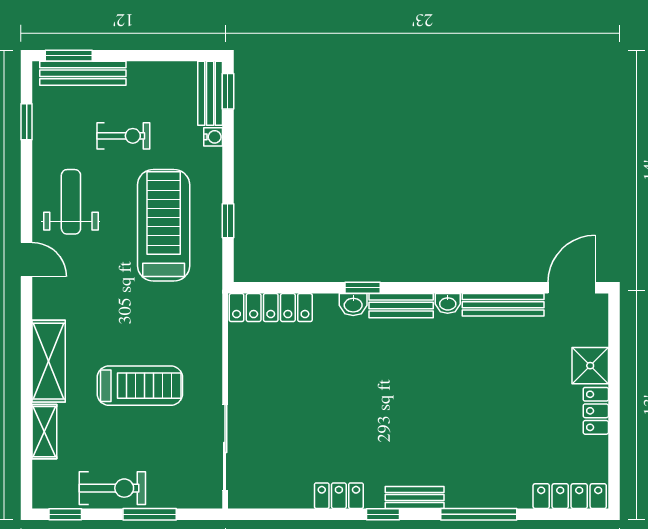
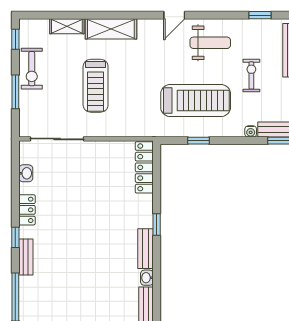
exercise bike: (123, 136) -> (251, 75), turned 180
washbasin: (353, 304) -> (26, 173), moved, turned 180

